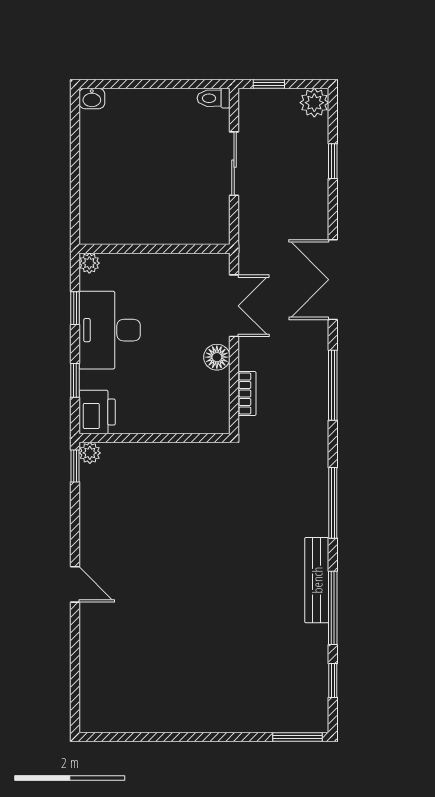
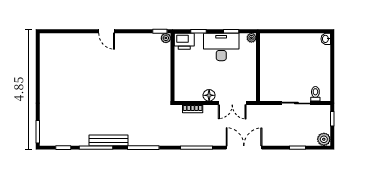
toilet: (214, 98) -> (315, 94), moved
door: (75, 584) -> (107, 31), hinge flipped

